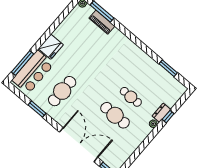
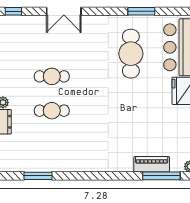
cafe table: (115, 115) -> (52, 76), width x0.73, depth x0.74
double door: (79, 145) -> (64, 11), width x0.54

